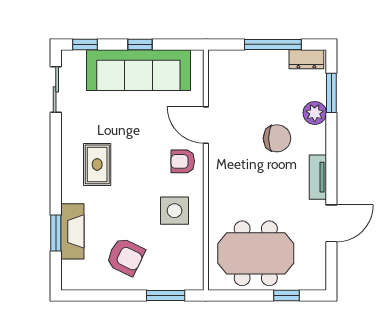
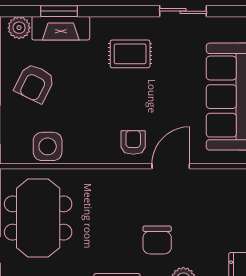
sliding door: (56, 89) -> (183, 11), moved
side table: (174, 211) -> (48, 146), moved
plant: (72, 272) -> (19, 28), added

